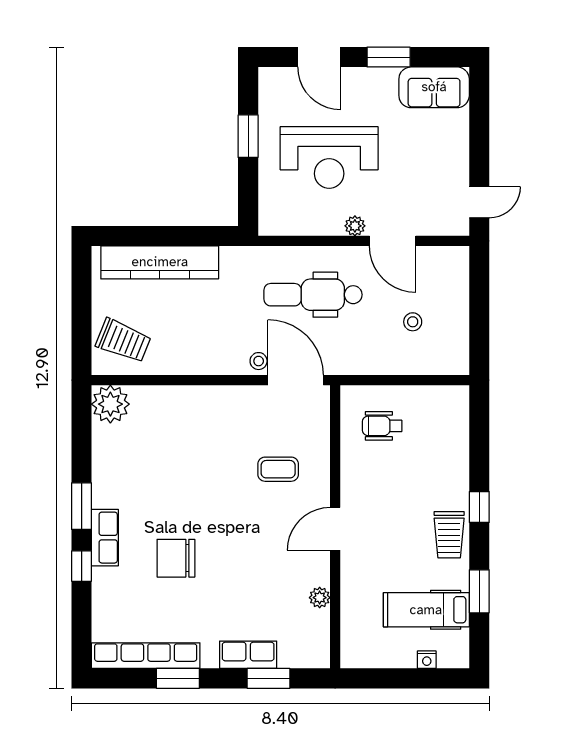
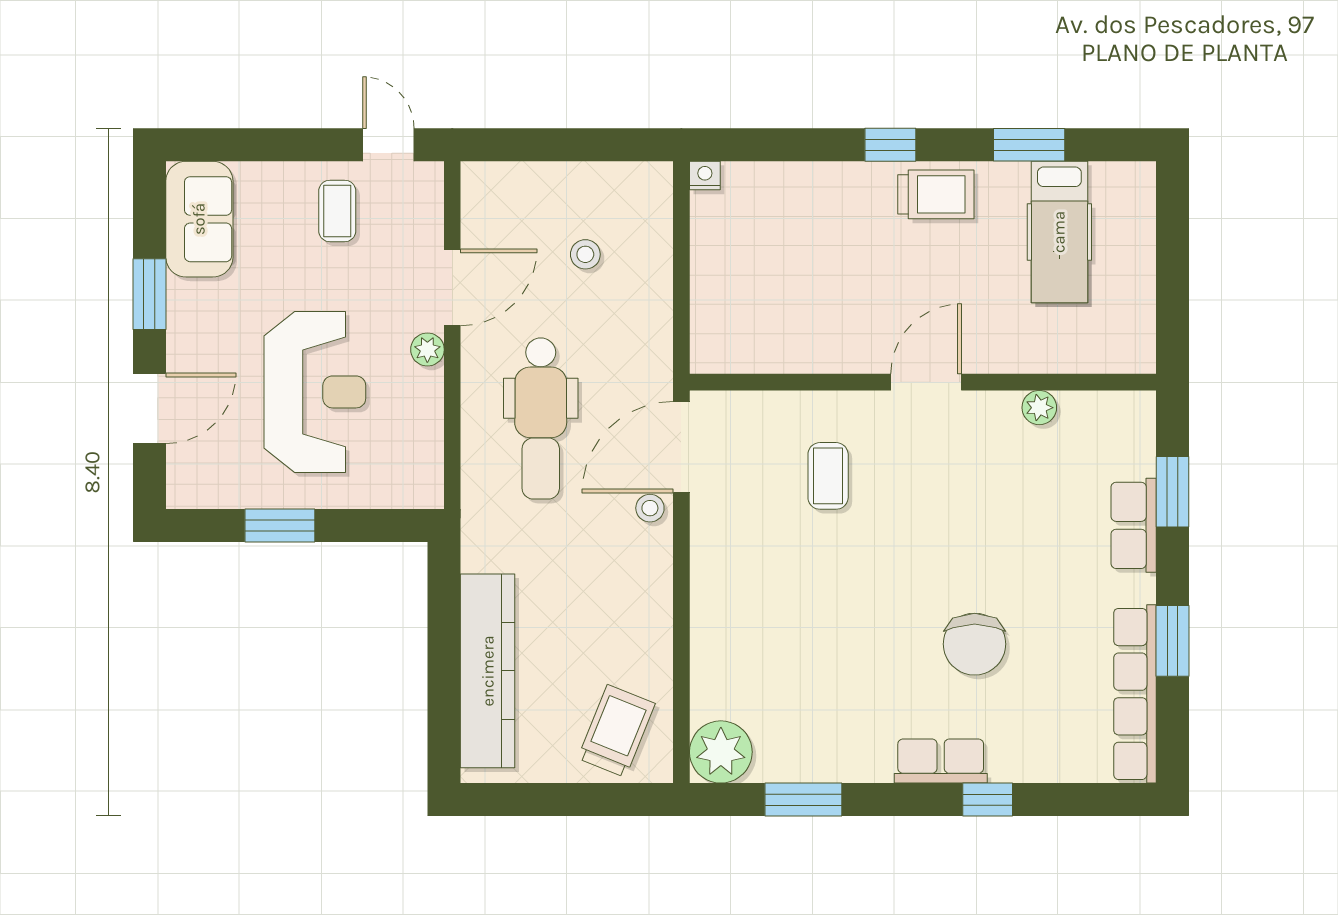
coffee table: (439, 171) -> (337, 211), added
wheelchair: (382, 426) -> (757, 305), removed
window: (82, 506) -> (803, 800), moved
door: (335, 529) -> (926, 382), swing flipped
nightstand: (427, 660) -> (705, 176), moved, turned -90

